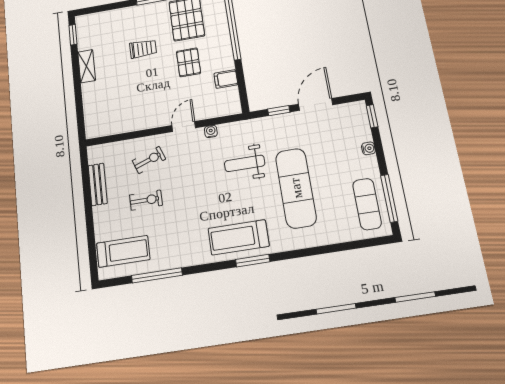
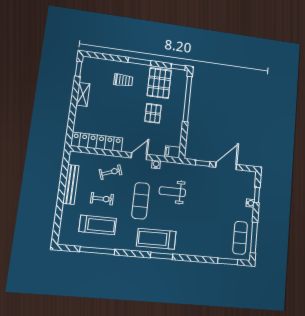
trolley: (143, 49) -> (123, 80), moved
filing cabinet: (226, 79) -> (173, 152), moved
window: (372, 116) -> (257, 195), moved
locker: (120, 124) -> (97, 142), added
bench: (98, 184) -> (71, 184), width x1.36
exercise mat: (296, 188) -> (141, 201), moved, width x0.73, depth x0.69
window: (357, 244) -> (228, 261), added
treadmill: (123, 251) -> (98, 225), moved

